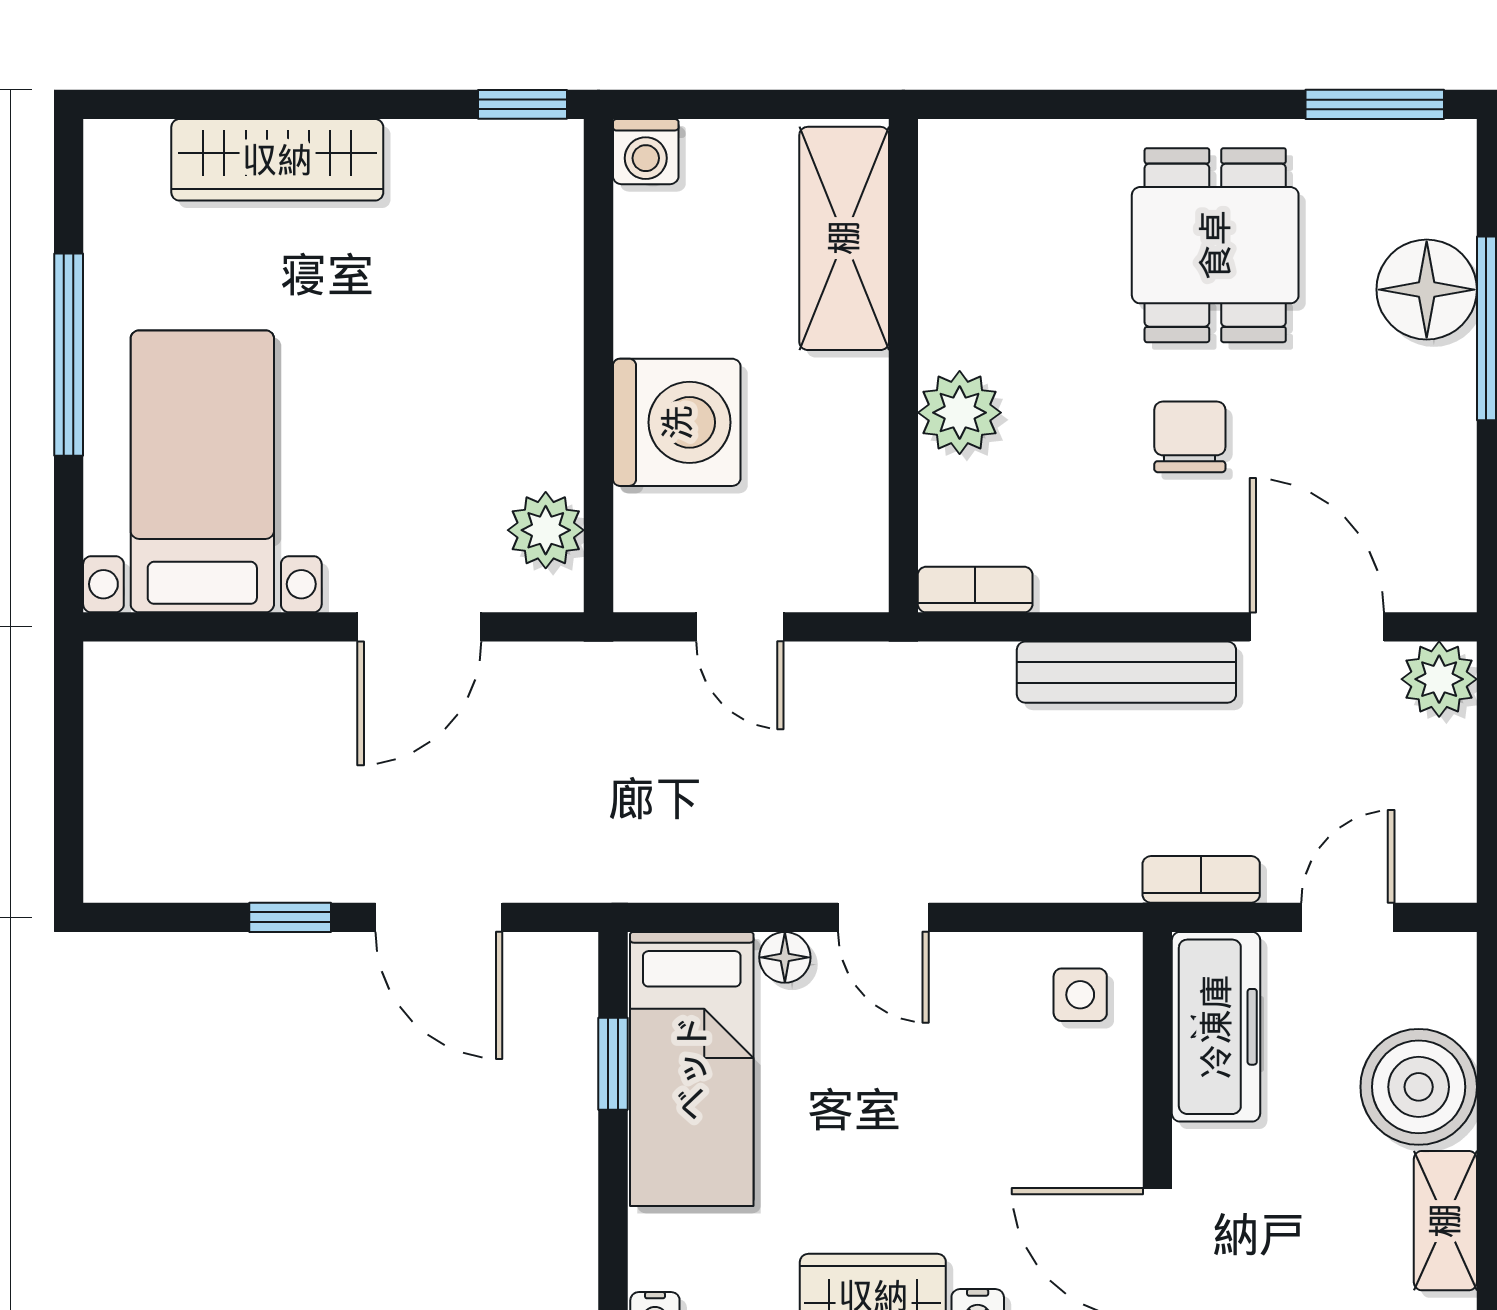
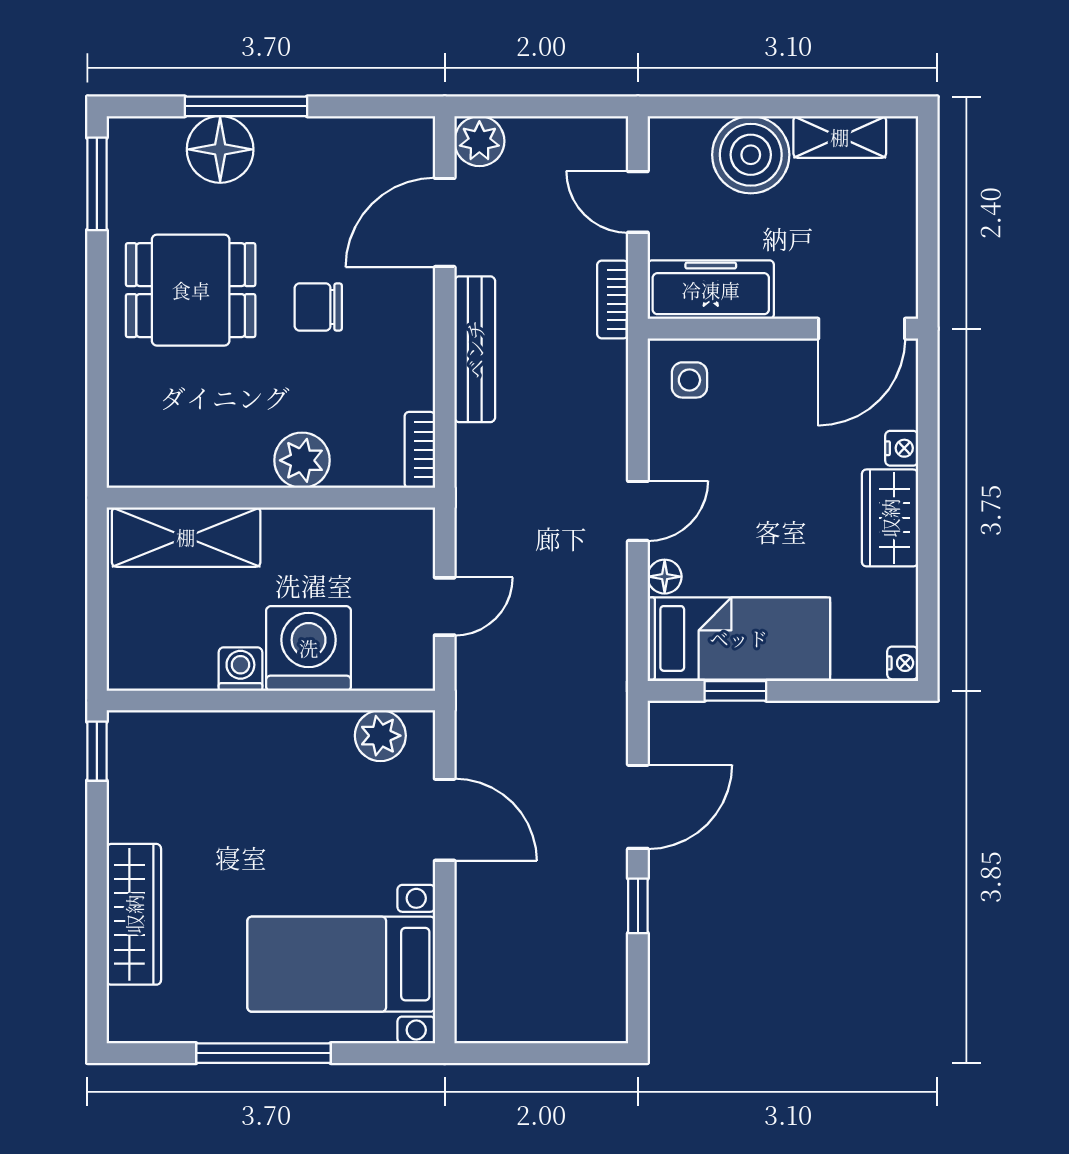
washing machine: (646, 152) -> (240, 669), moved, turned -90

